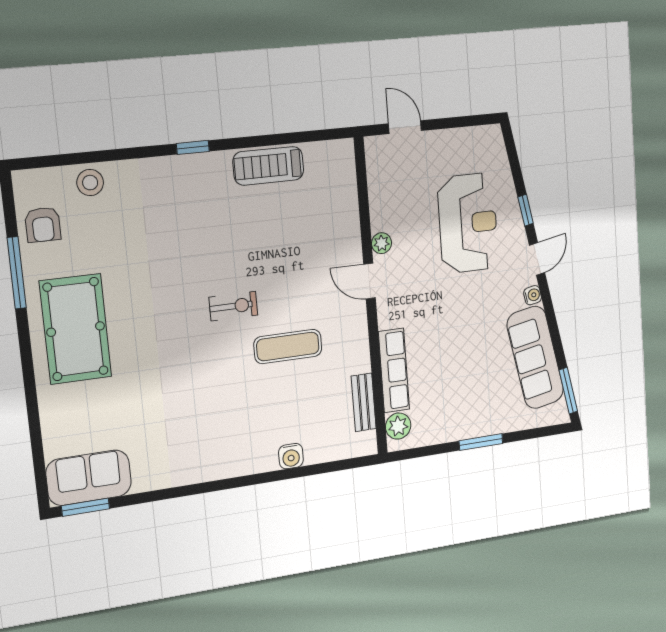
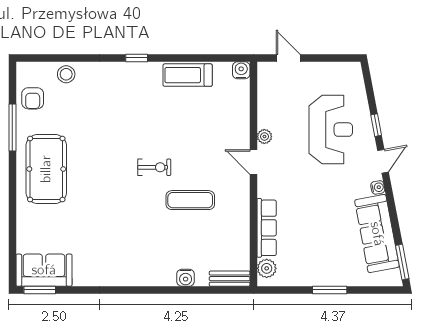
water cooler: (343, 151) -> (241, 70), added
bench: (364, 402) -> (230, 279), moved, turned 90

